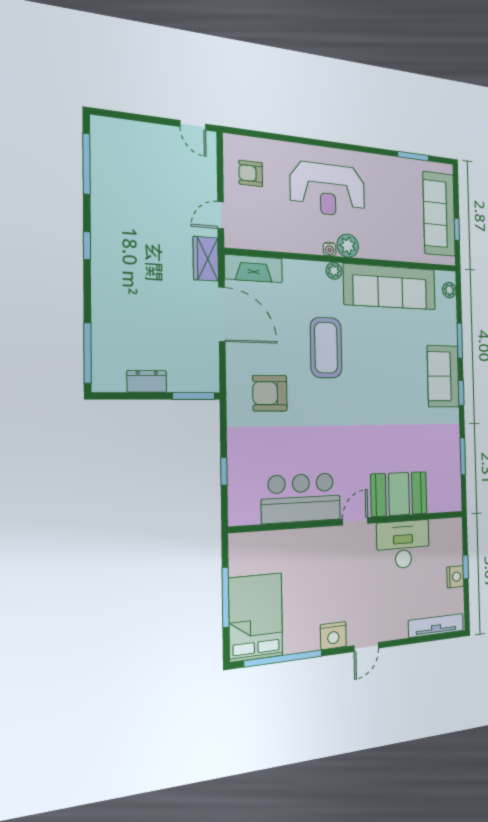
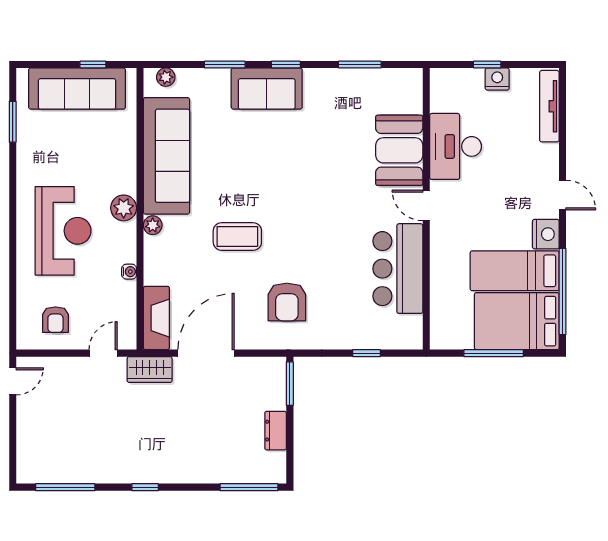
door: (221, 215) -> (103, 353), swing flipped
water cooler: (330, 249) -> (129, 272), moved
coffee table: (326, 348) -> (237, 236), width x0.73, depth x0.76
bed: (301, 610) -> (515, 271), added

